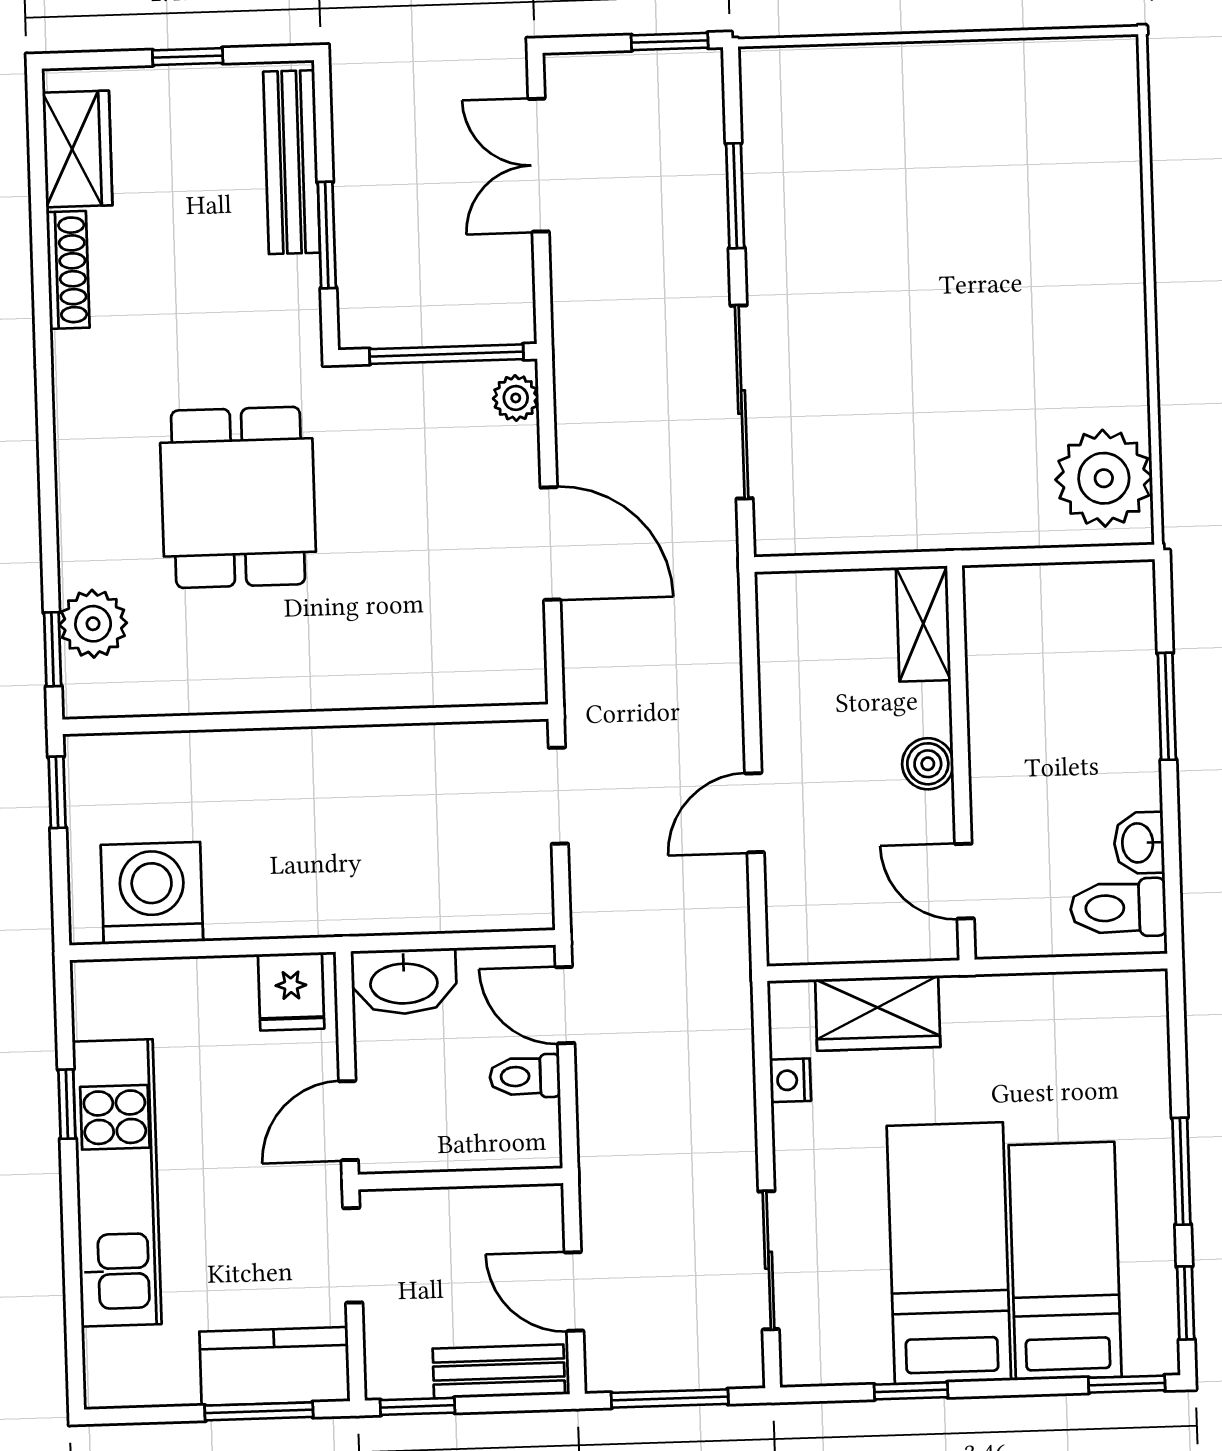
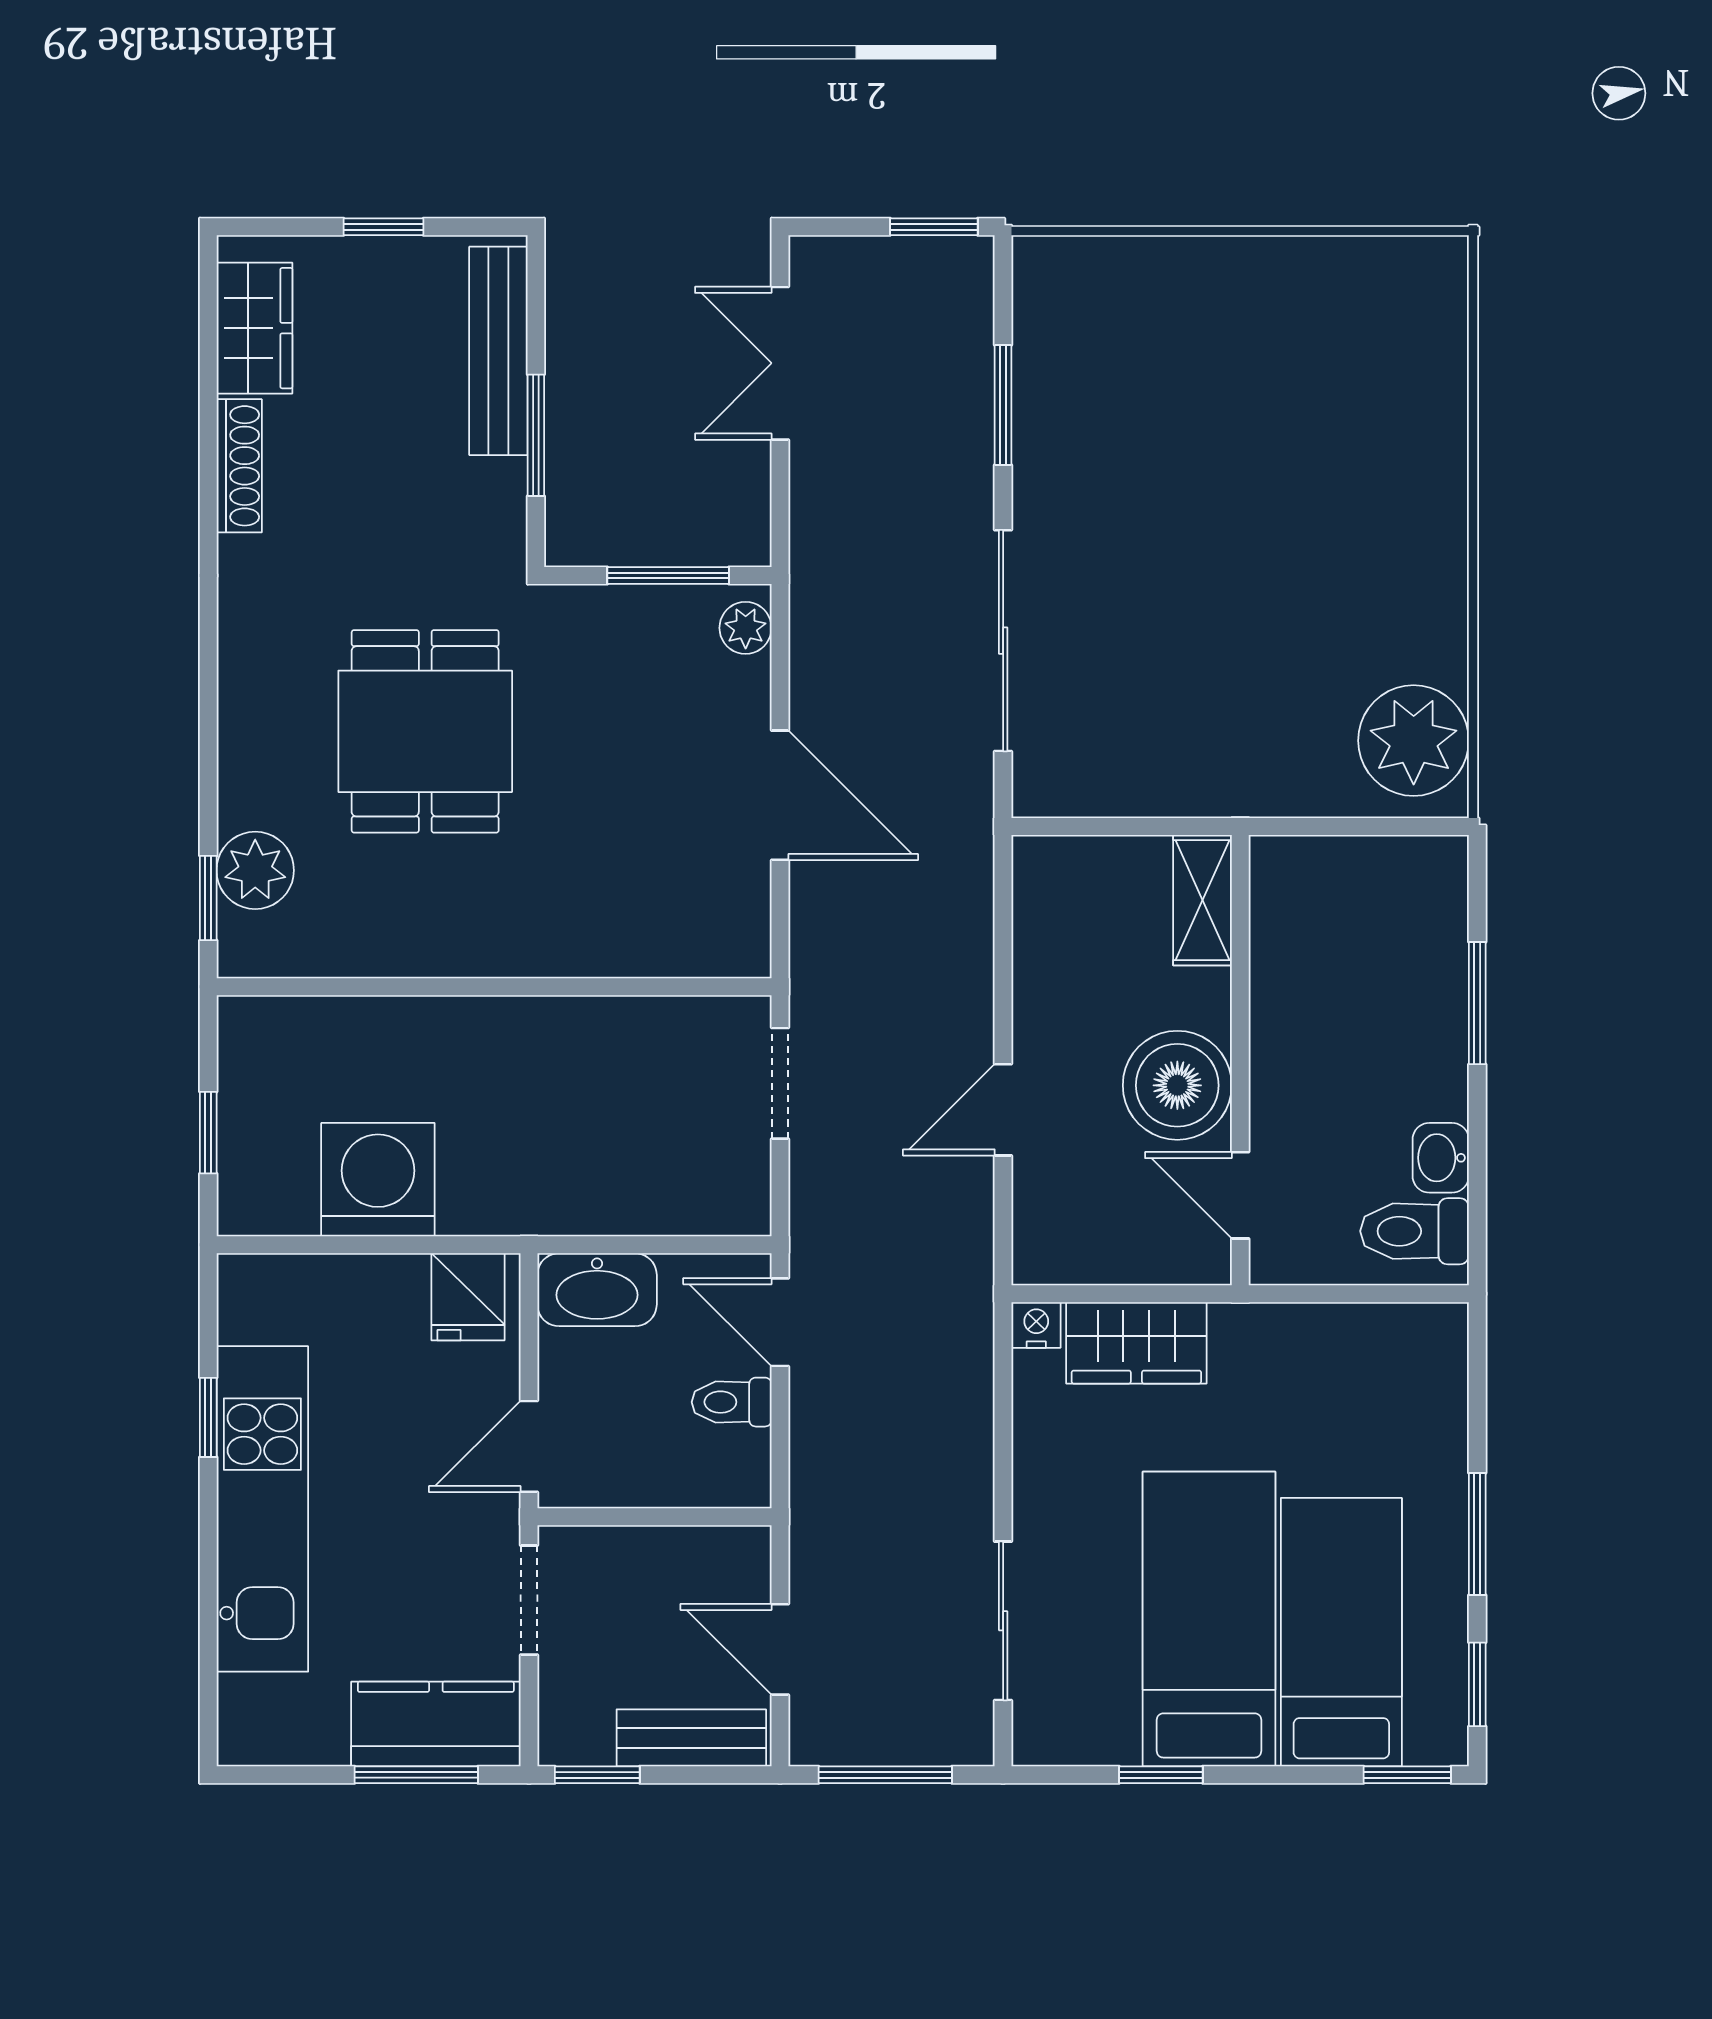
window: (446, 354) -> (668, 575), width x0.69
boiler: (928, 764) -> (1177, 1085), width x1.86, depth x1.86
window: (57, 792) -> (208, 1133), moved
washing machine: (152, 893) -> (378, 1180), moved
nightstand: (790, 1080) -> (1036, 1325), moved, turned 90

